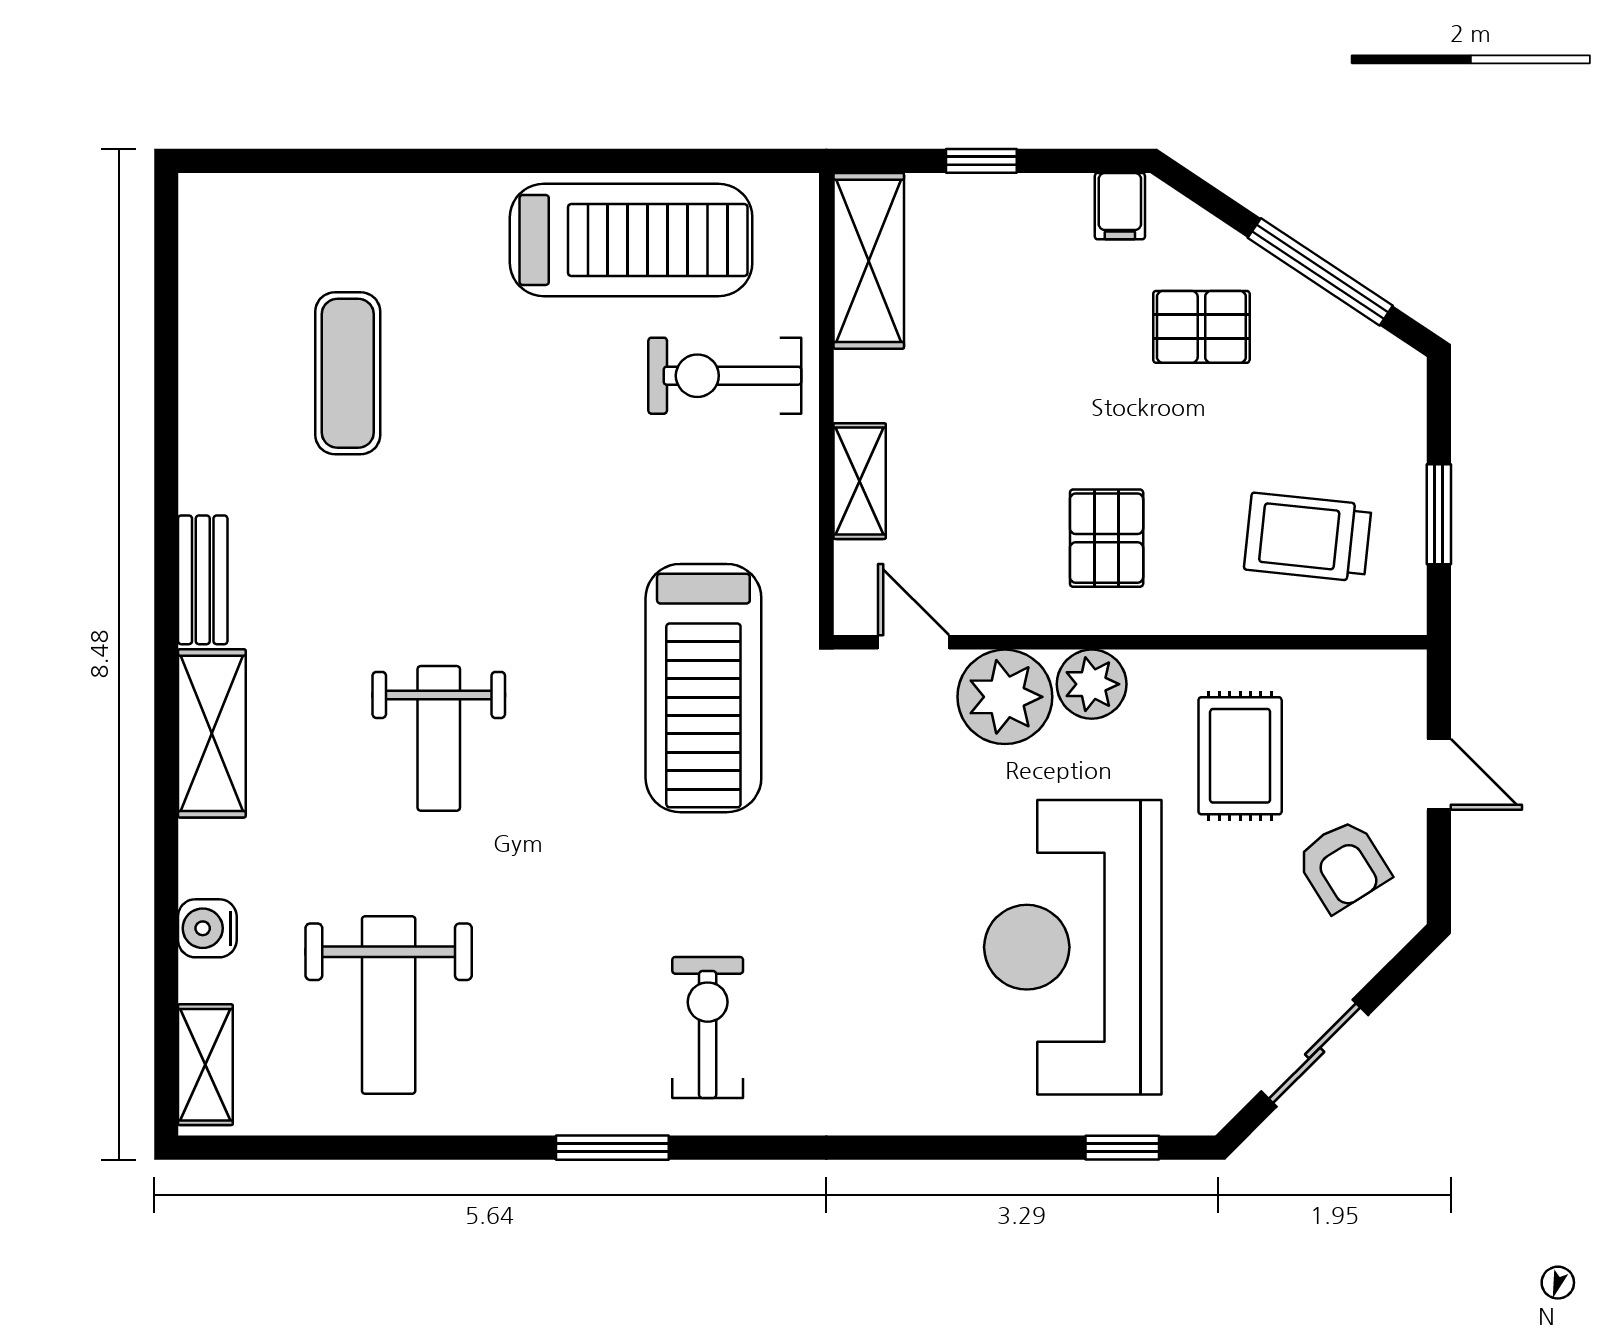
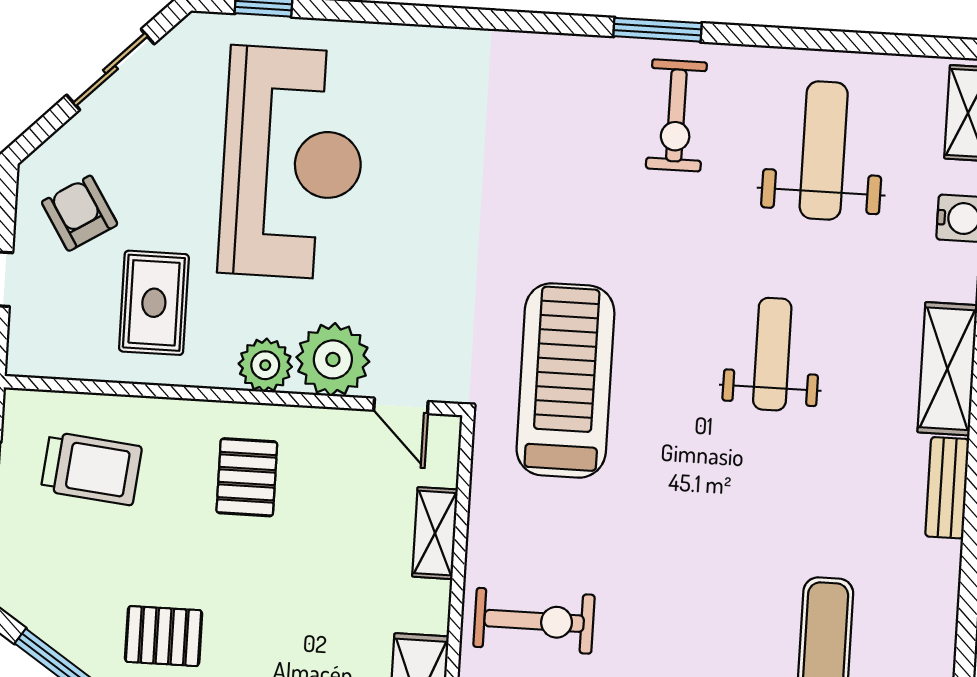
exercise bike: (708, 1027) -> (676, 115), moved

